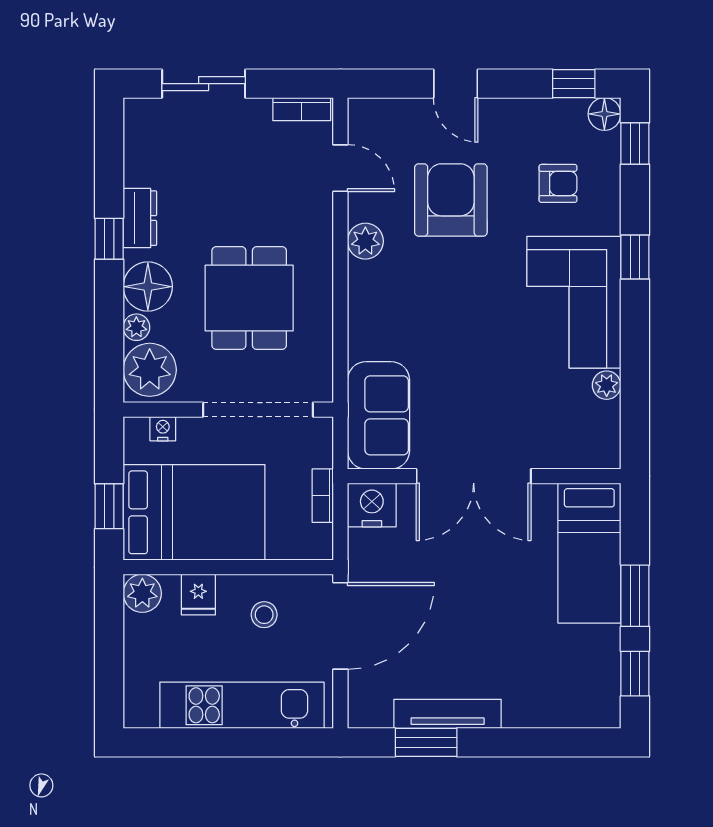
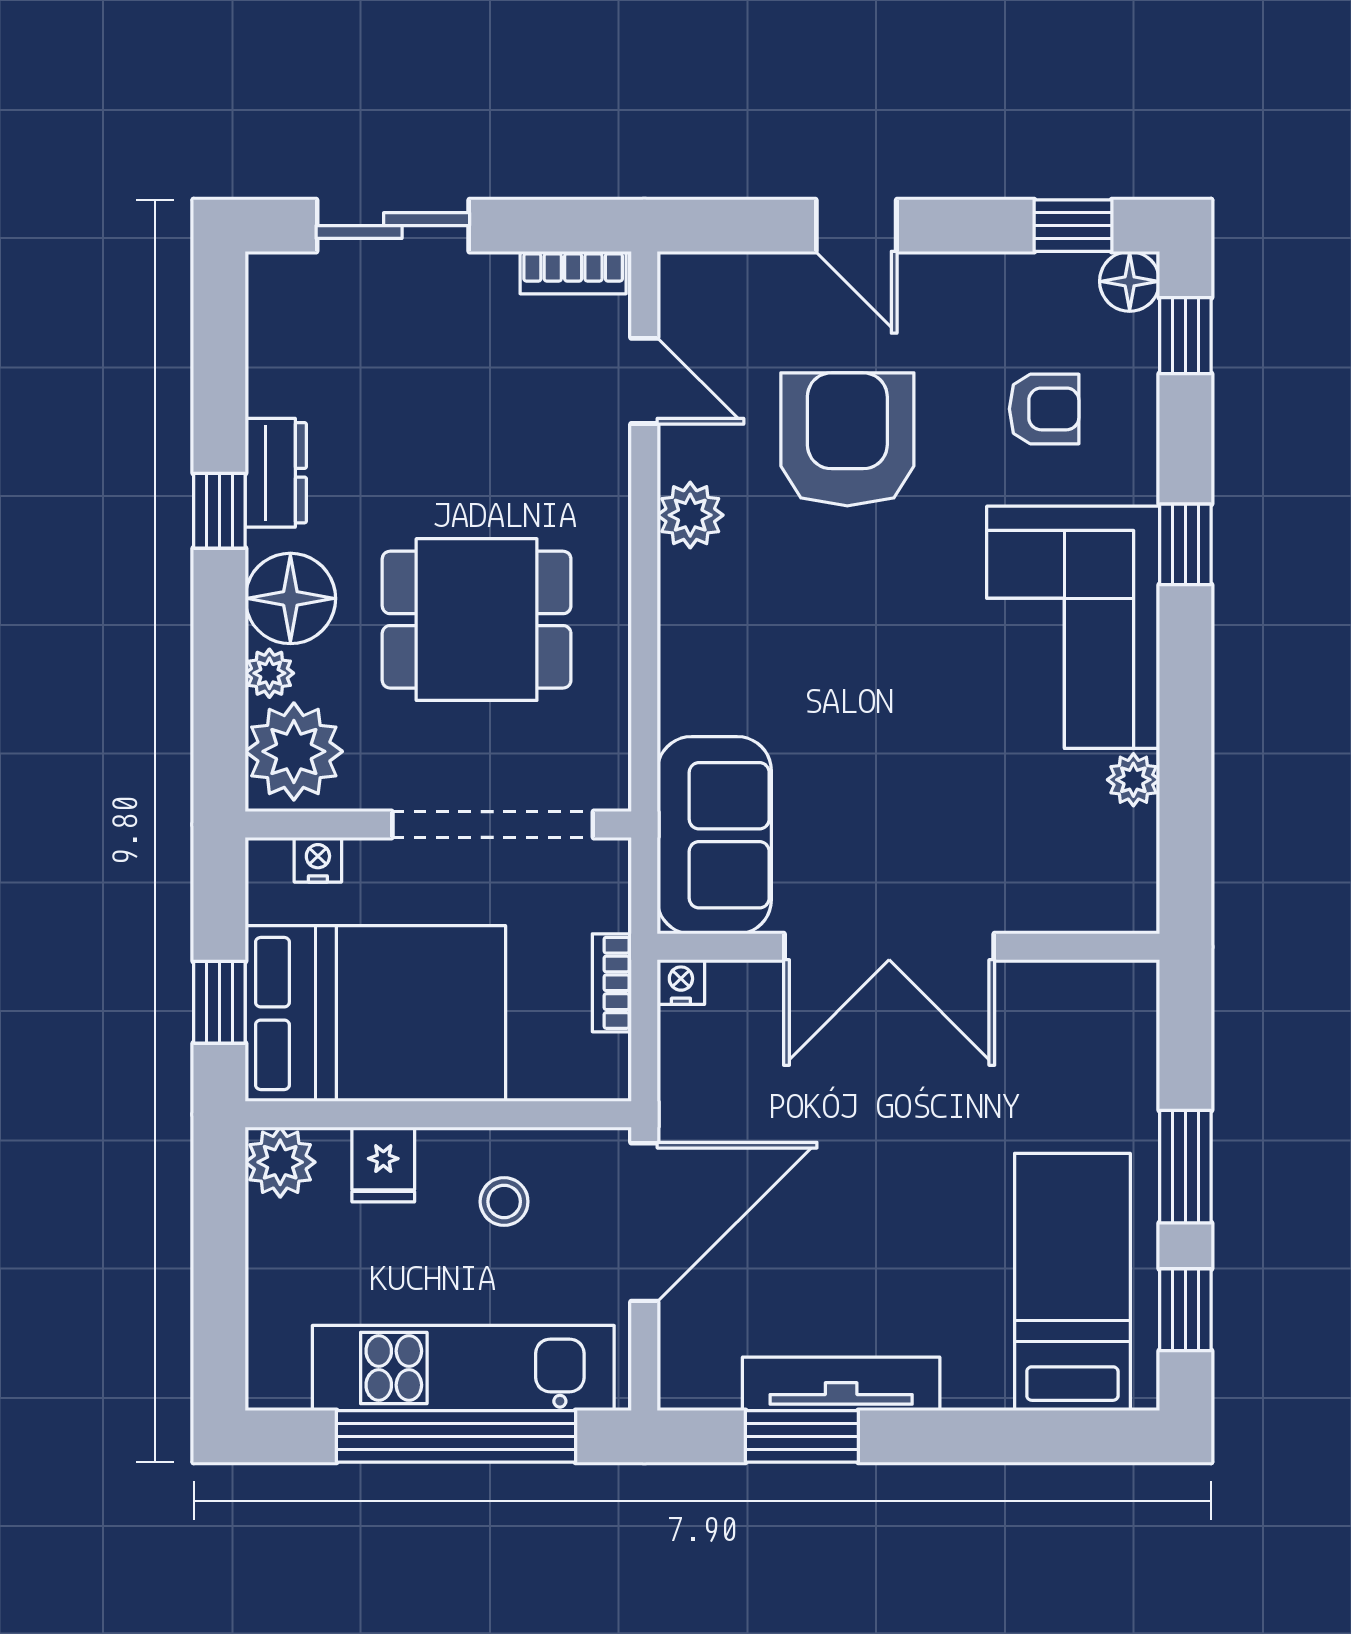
dining table: (249, 298) -> (477, 620), turned 90
nightstand: (372, 505) -> (681, 982), width x0.53, depth x0.56
bed: (589, 553) -> (1072, 1282), moved, turned 180
window: (238, 742) -> (456, 1436), added

